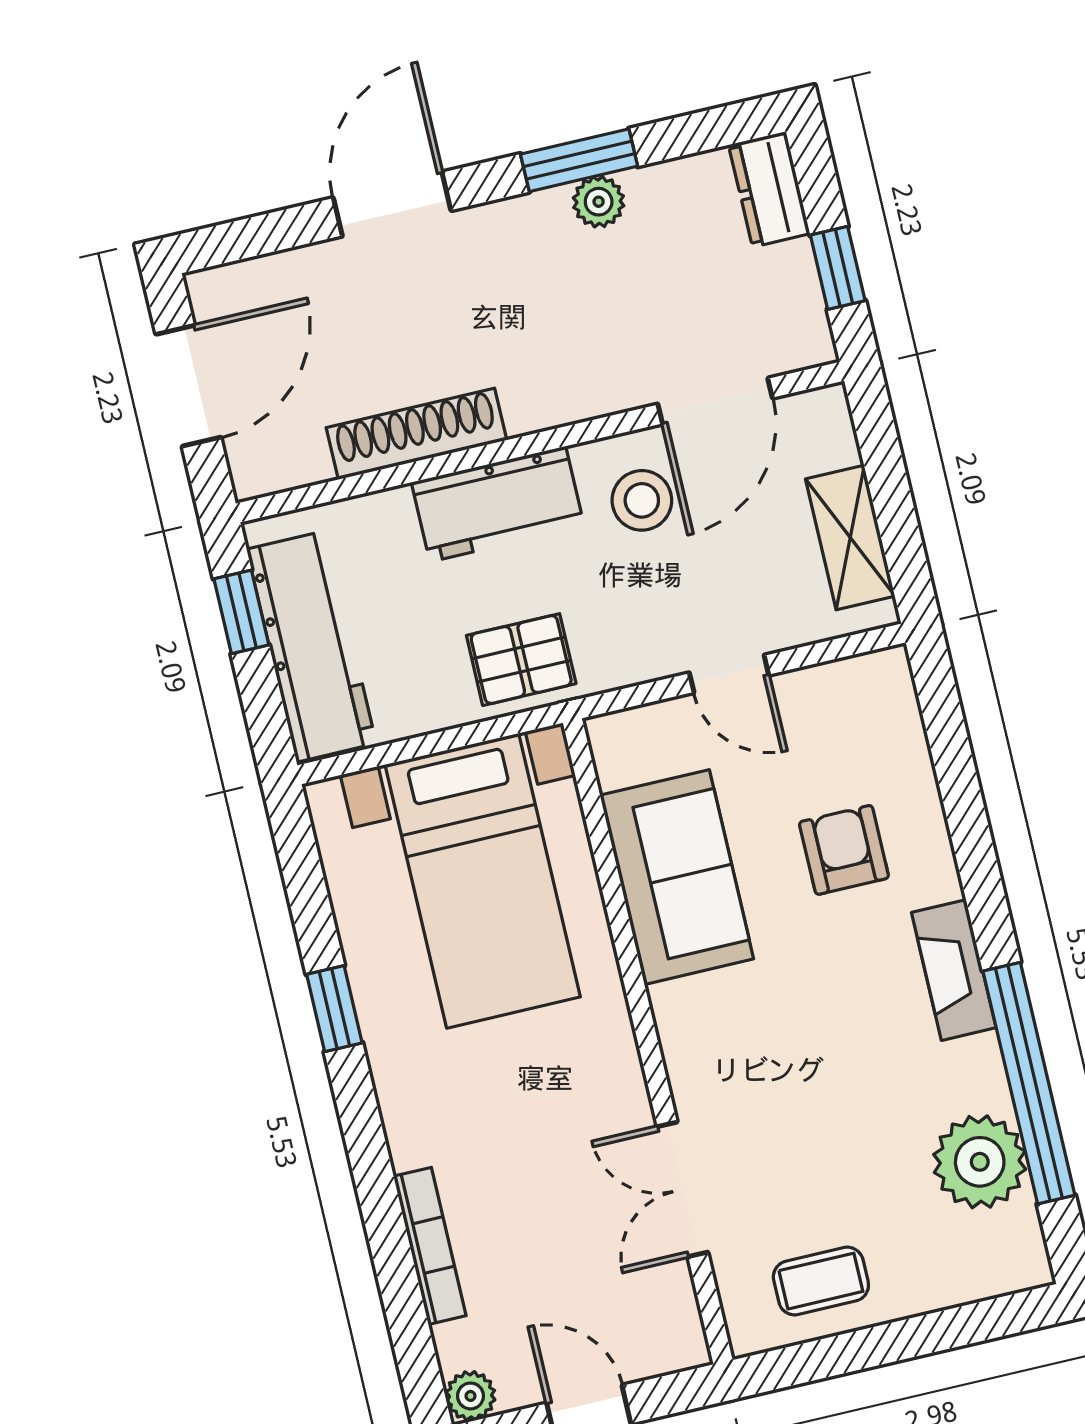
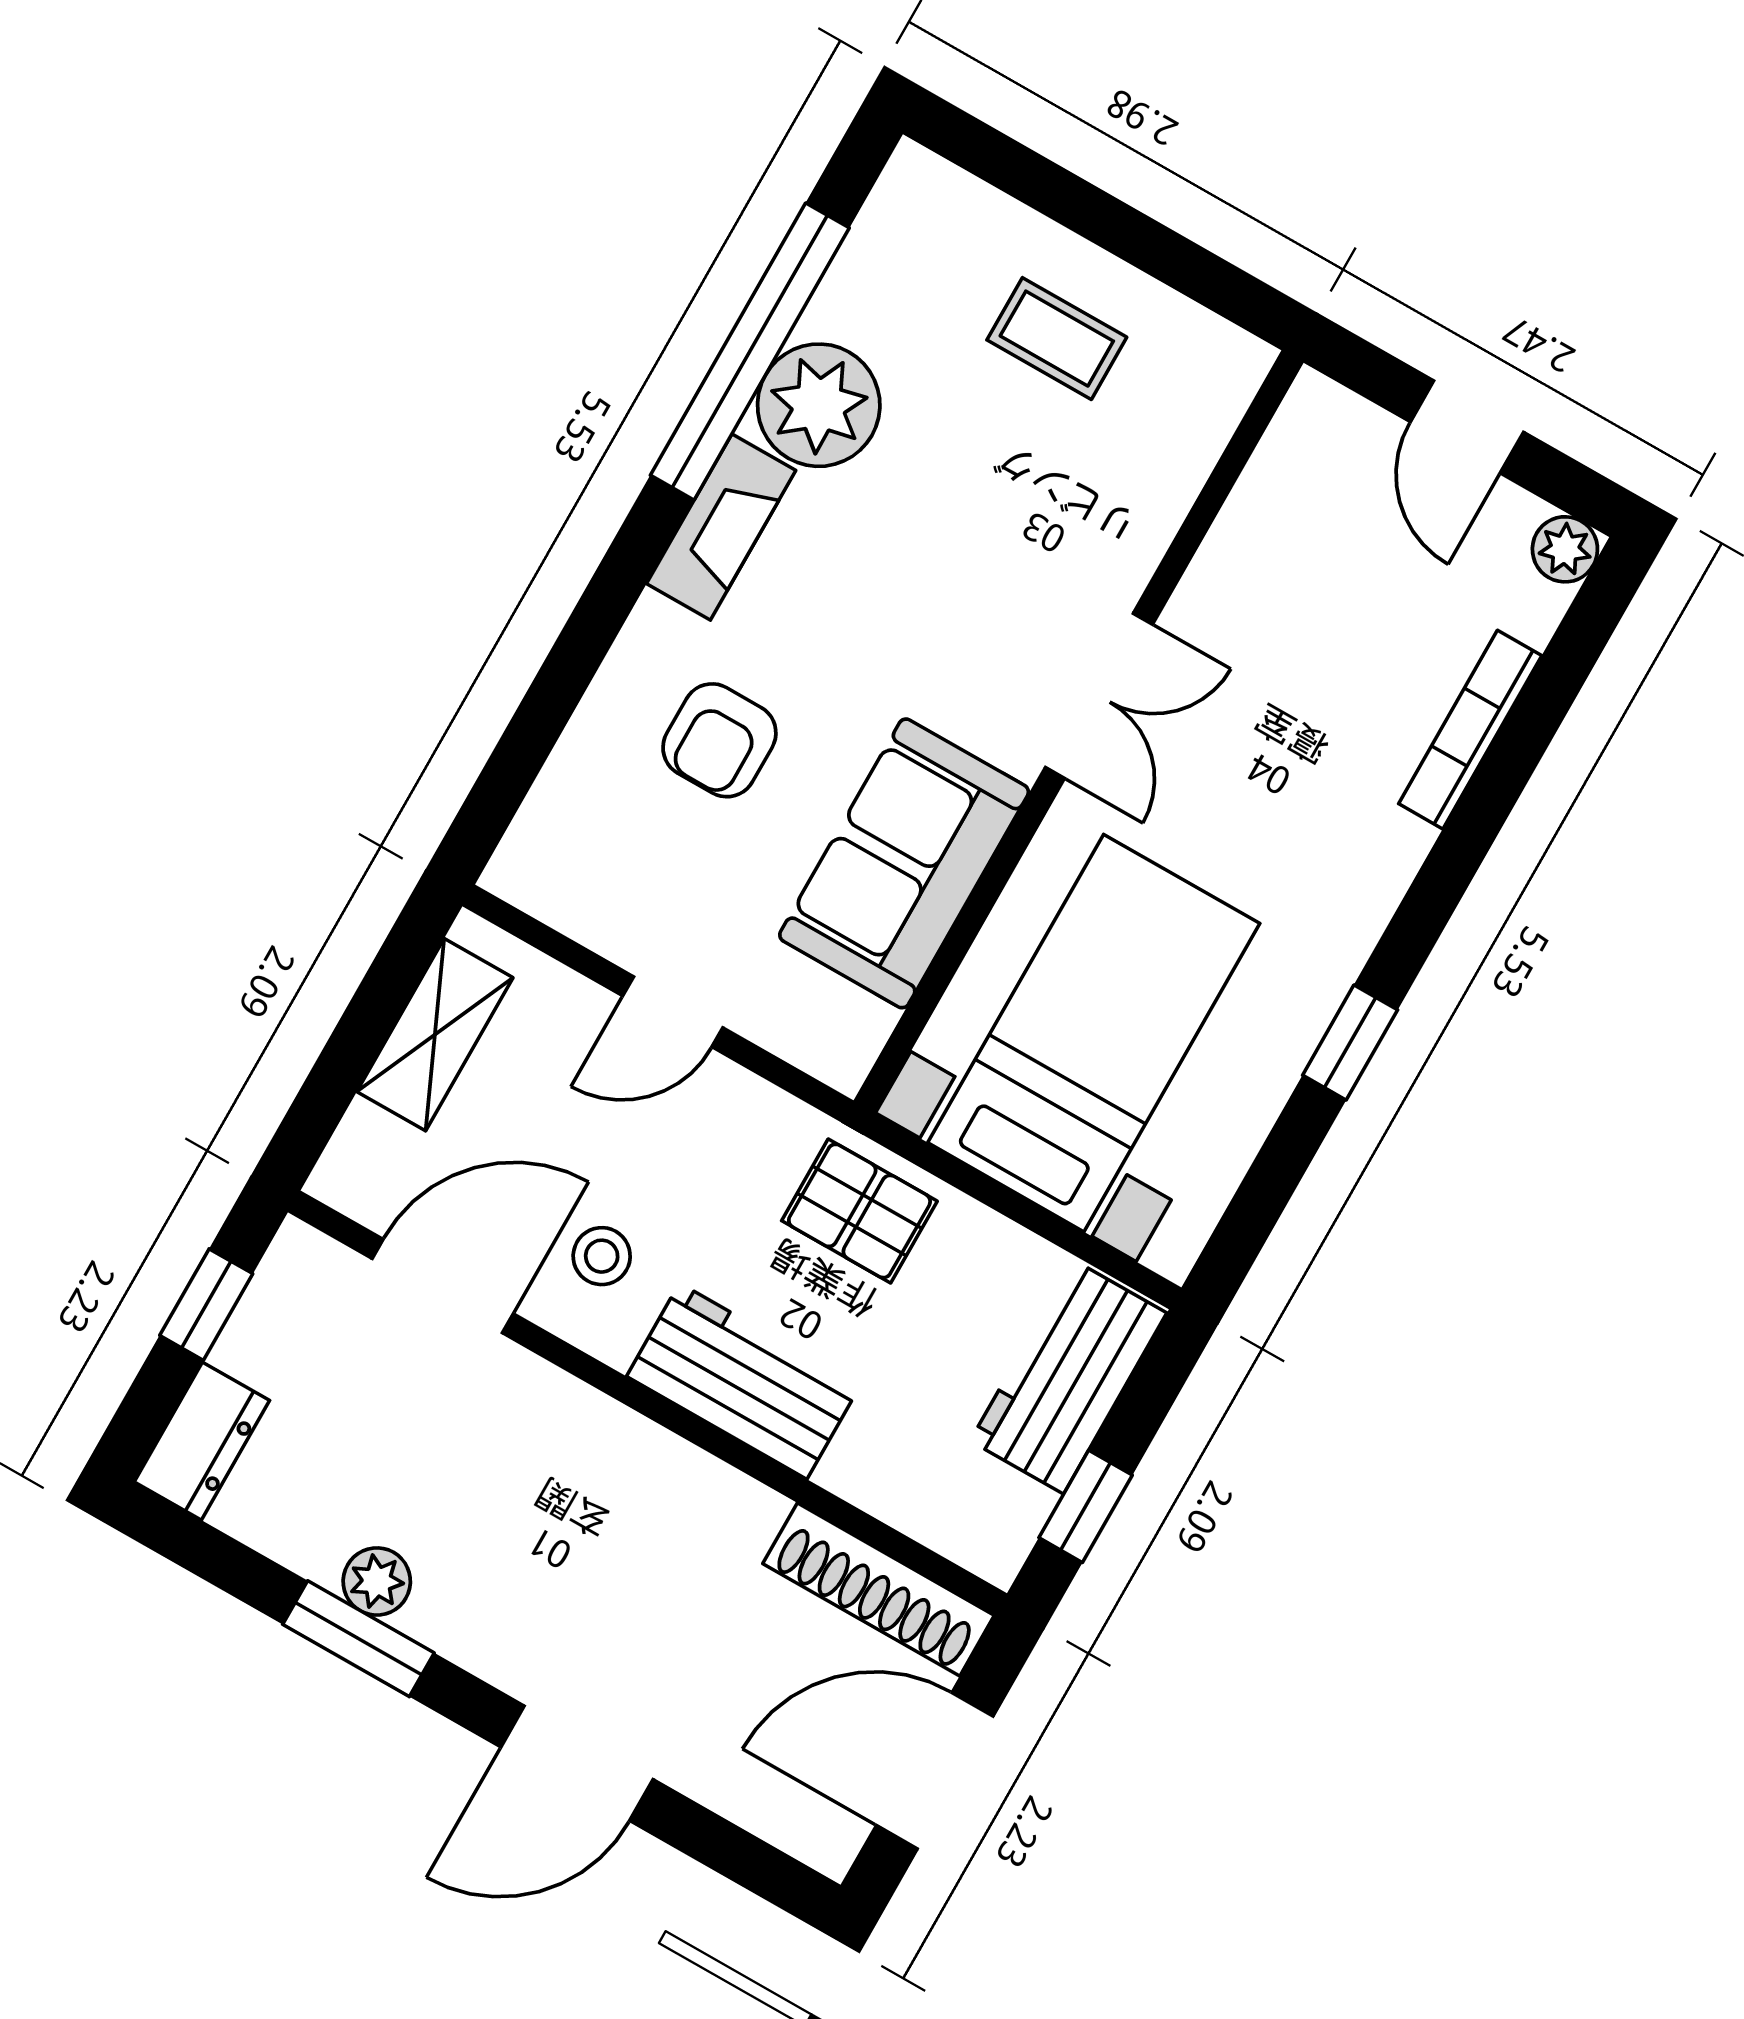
shoe rack: (416, 434) -> (879, 1589), moved
stool: (642, 500) -> (602, 1256), width x0.73, depth x0.73
workbench: (311, 646) -> (1068, 1377), width x0.73
door: (729, 674) -> (673, 1012), swing flipped
plant: (980, 1162) -> (819, 405), moved
double door: (682, 1189) -> (1099, 696), moved
coffee table: (821, 1281) -> (1057, 339), moved

